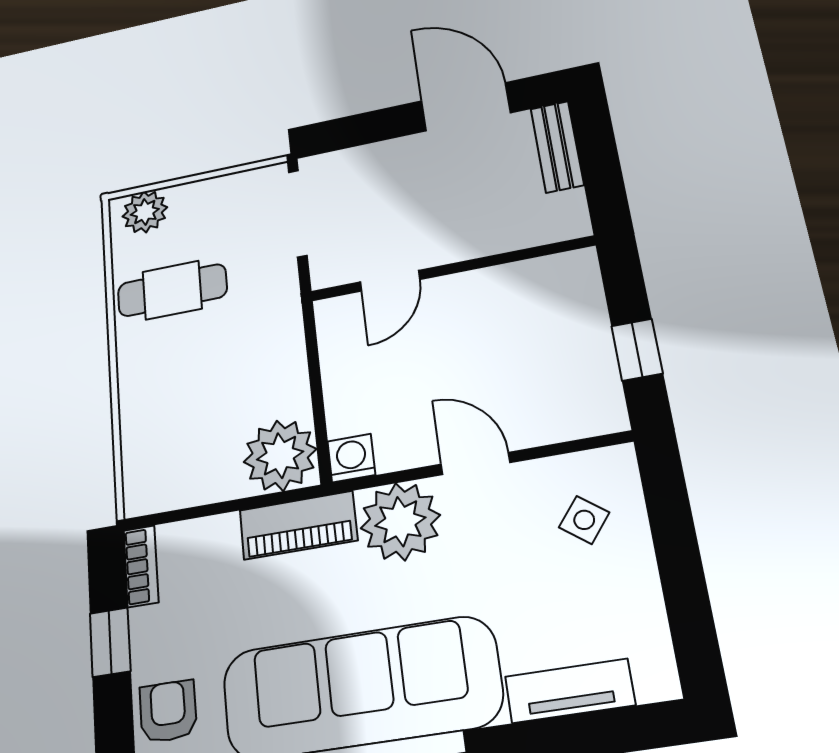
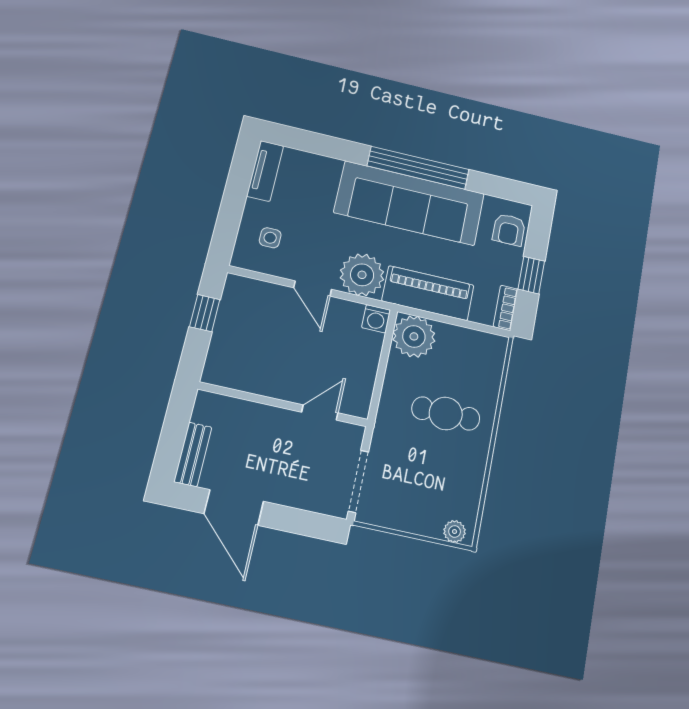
plant: (145, 212) -> (455, 532), width x0.73, depth x0.73
cafe table: (172, 290) -> (446, 413), moved
side table: (584, 520) -> (270, 238), turned -38
piano: (298, 525) -> (428, 293), width x1.37, depth x1.33
tv unit: (570, 691) -> (265, 171), moved, turned -90

